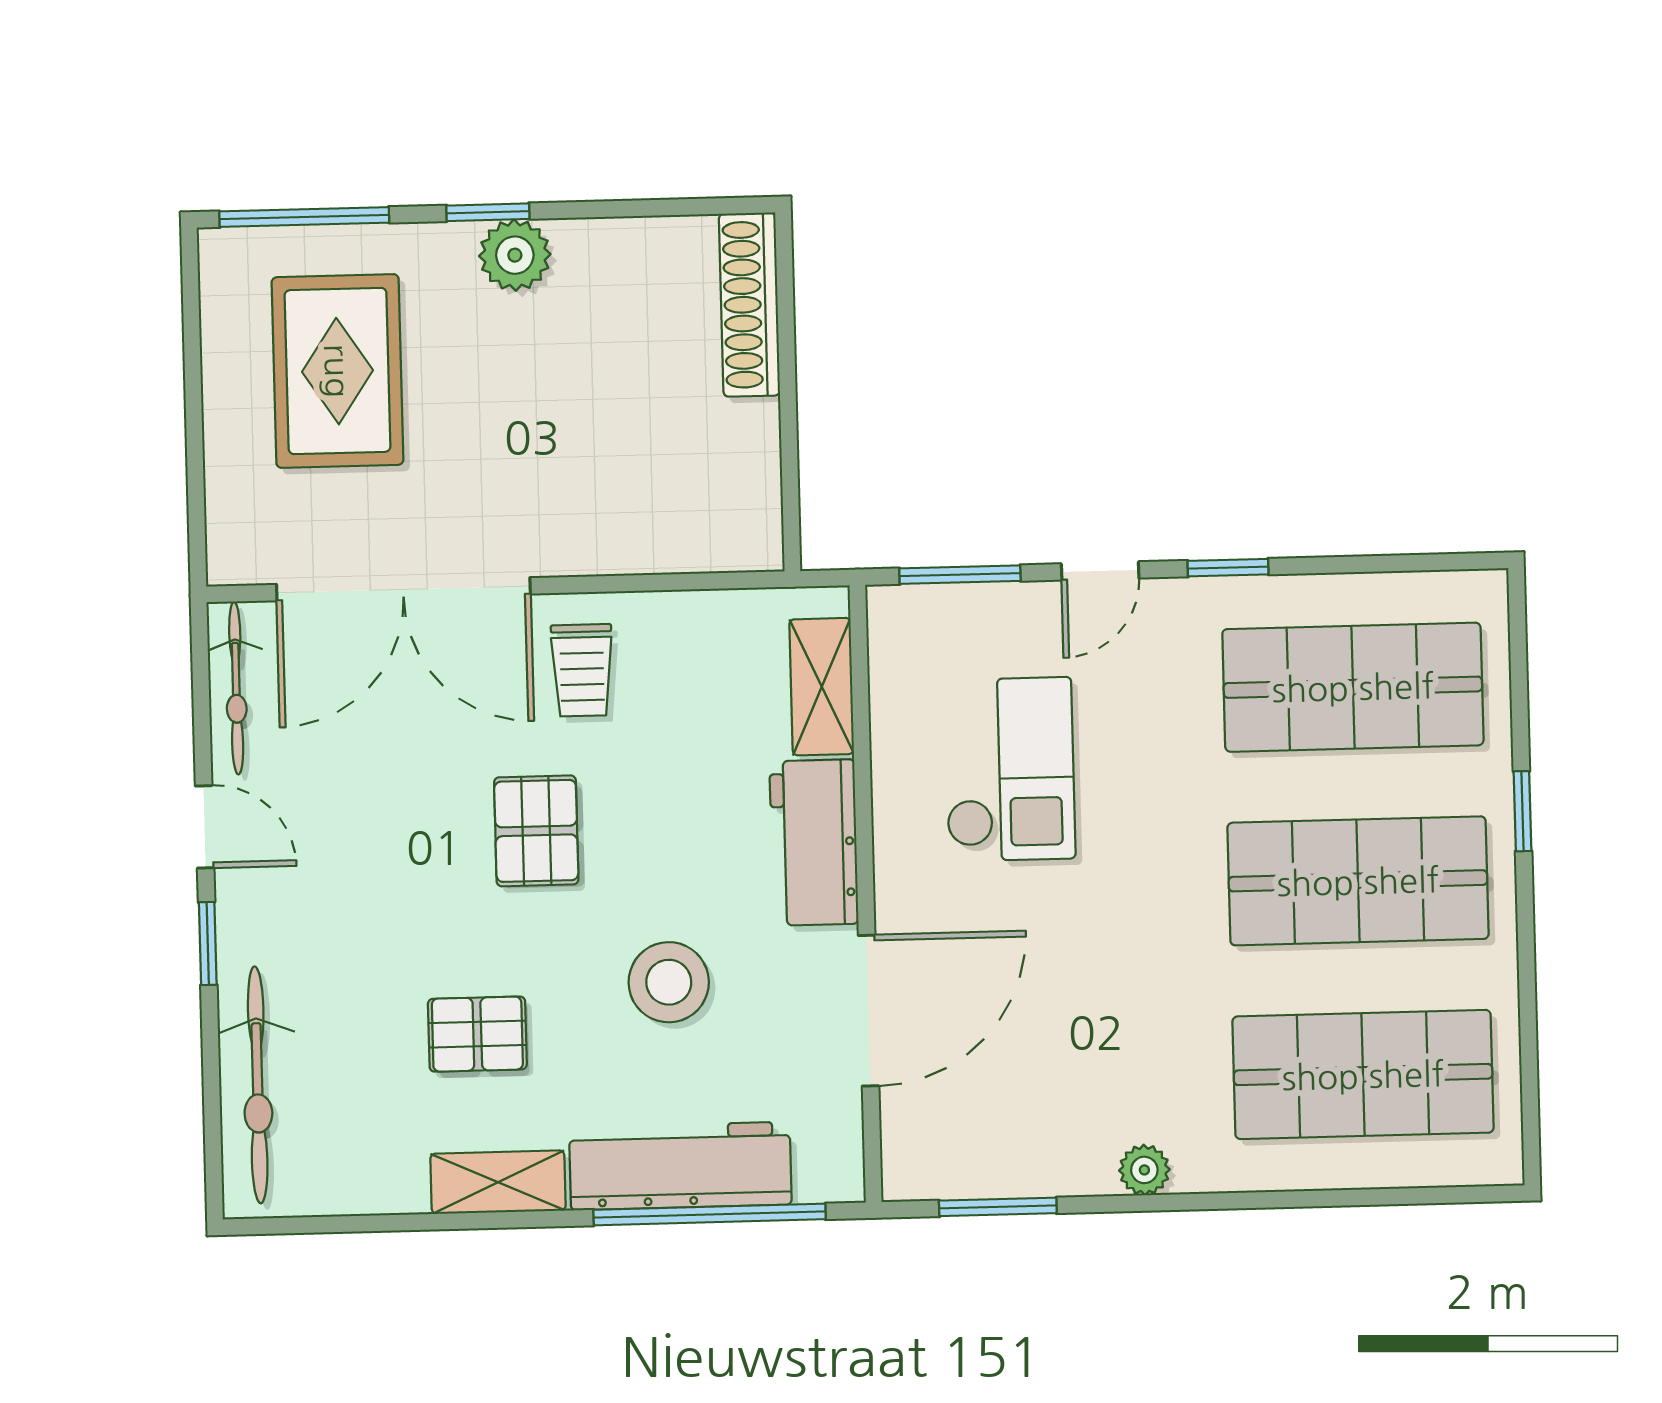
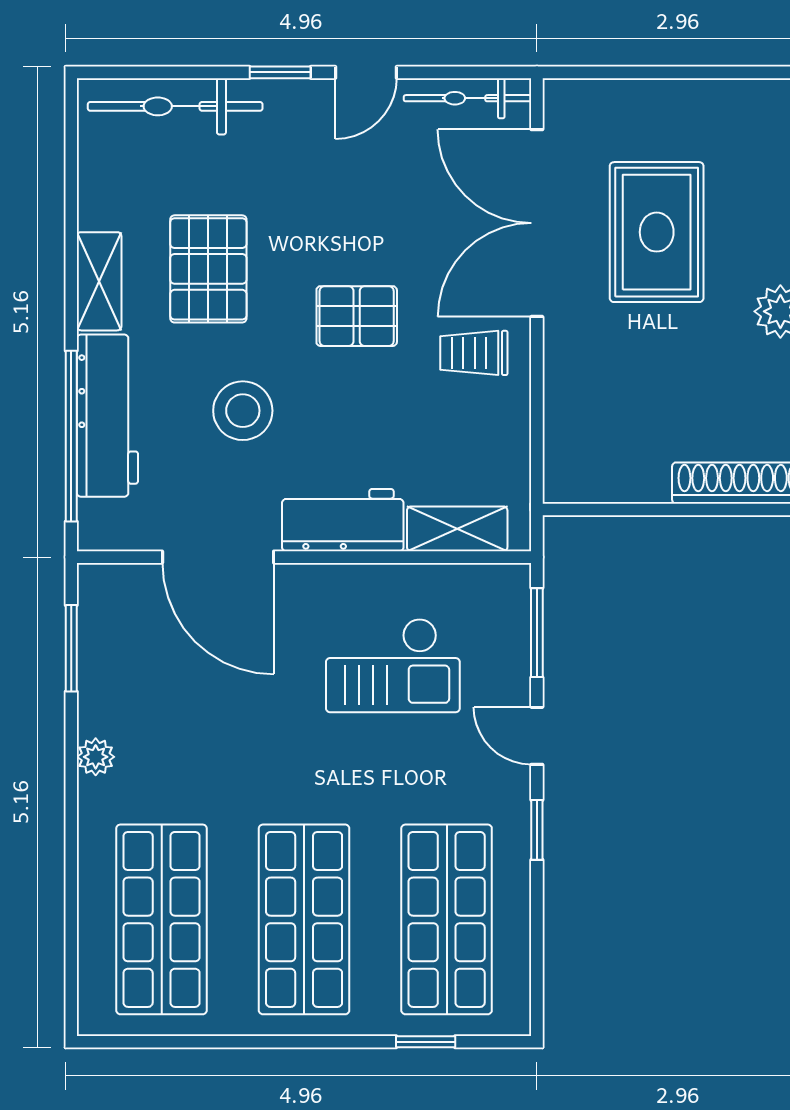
rug: (338, 371) -> (657, 232), moved, turned 90
window: (1523, 811) -> (426, 1042), moved
pallet: (477, 1034) -> (208, 269), width x1.50, depth x1.42

